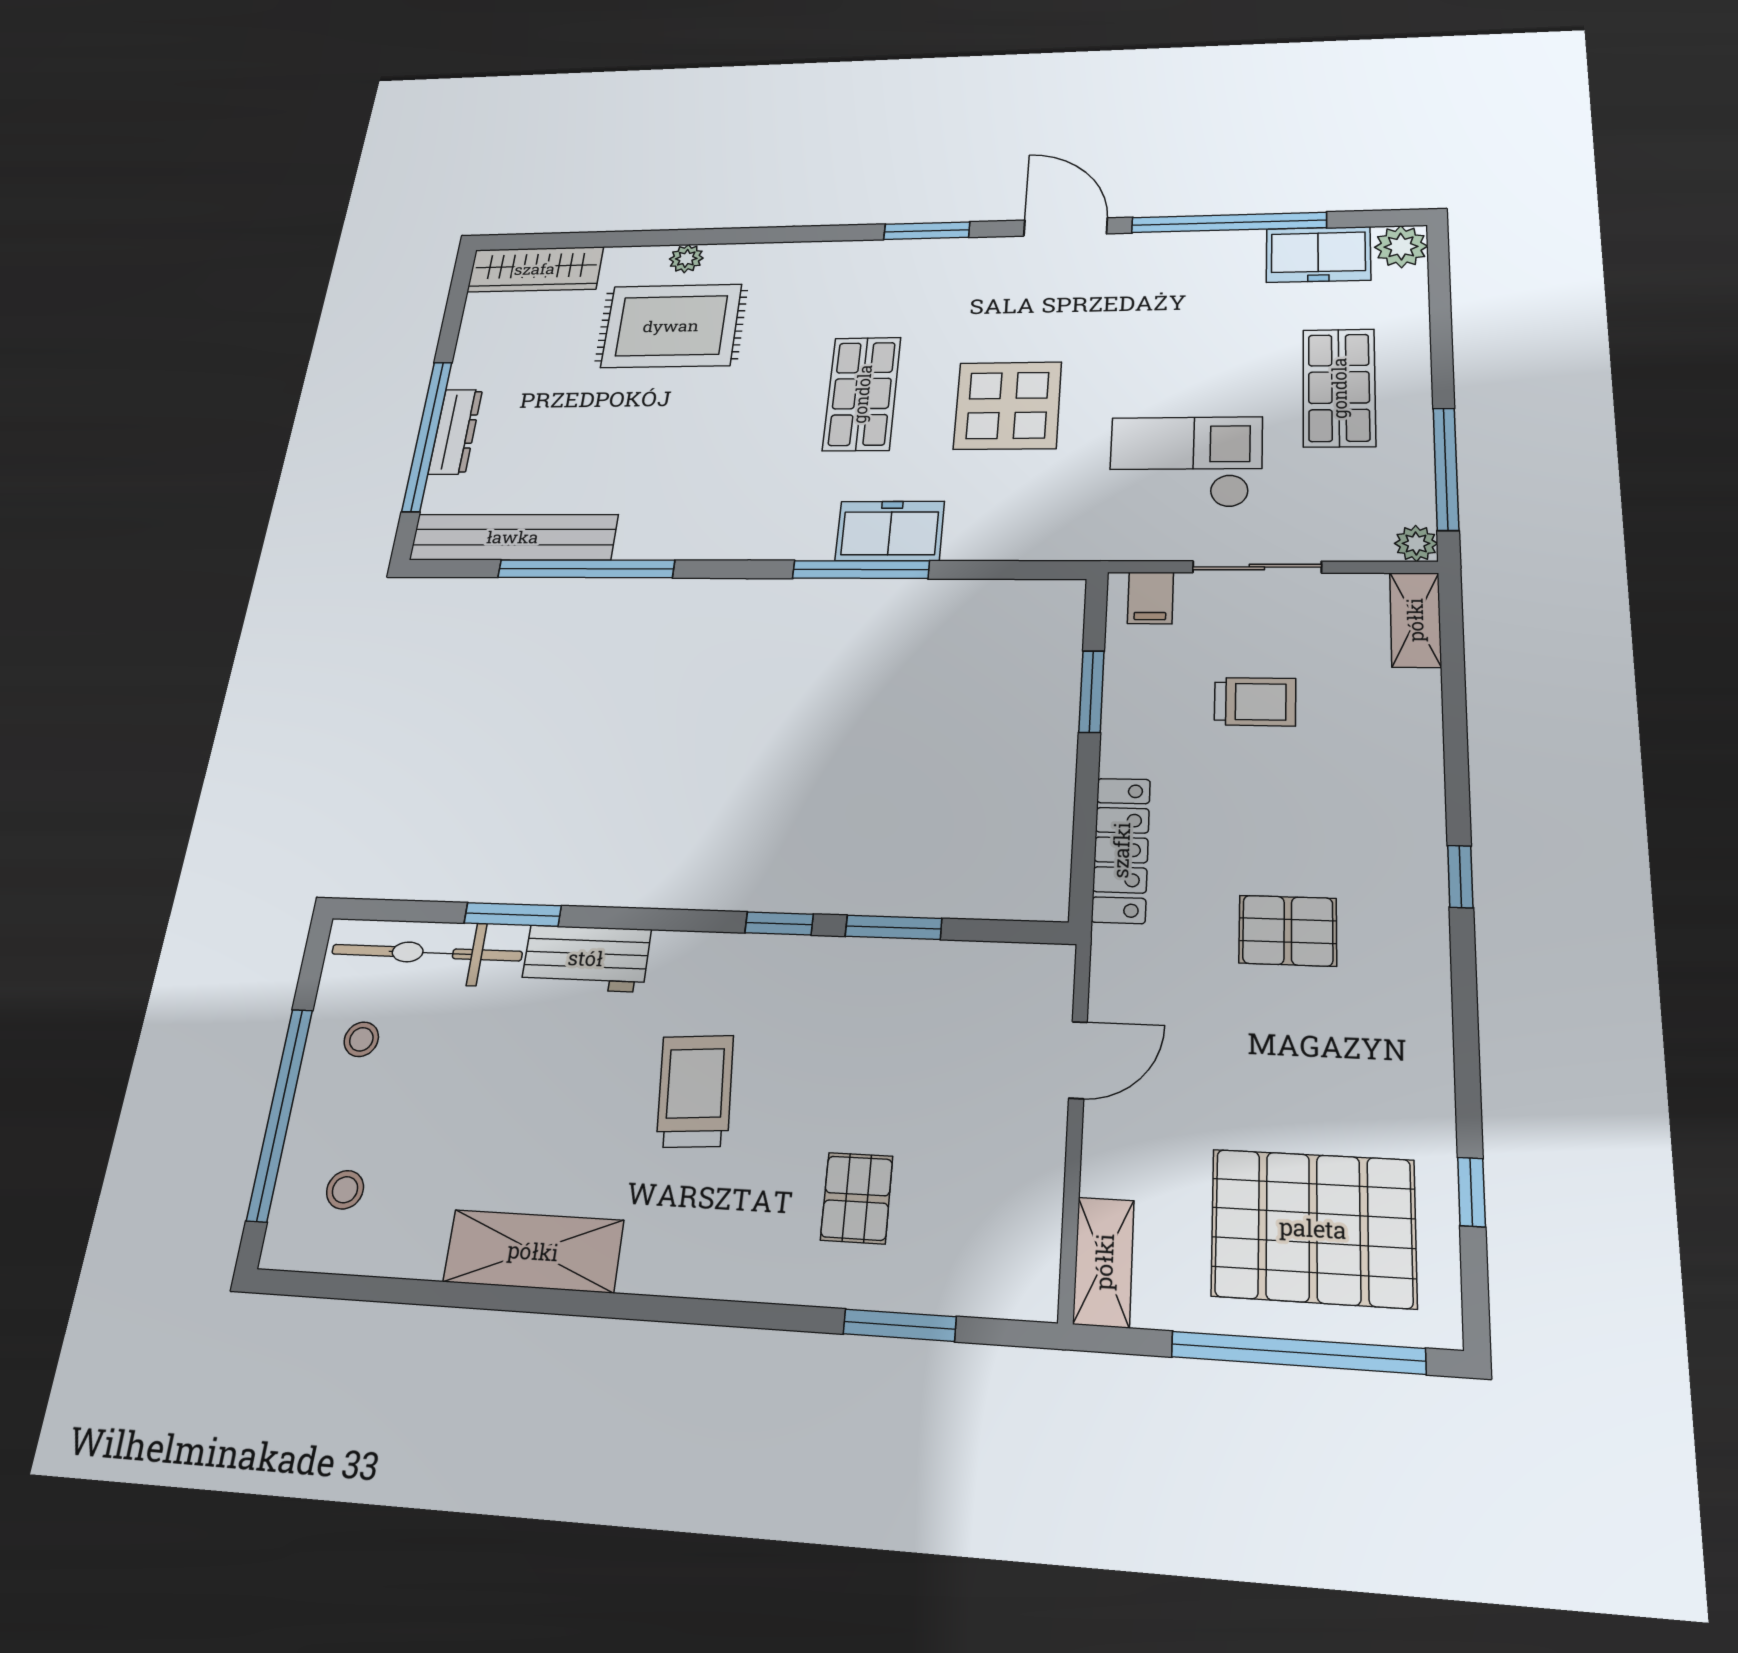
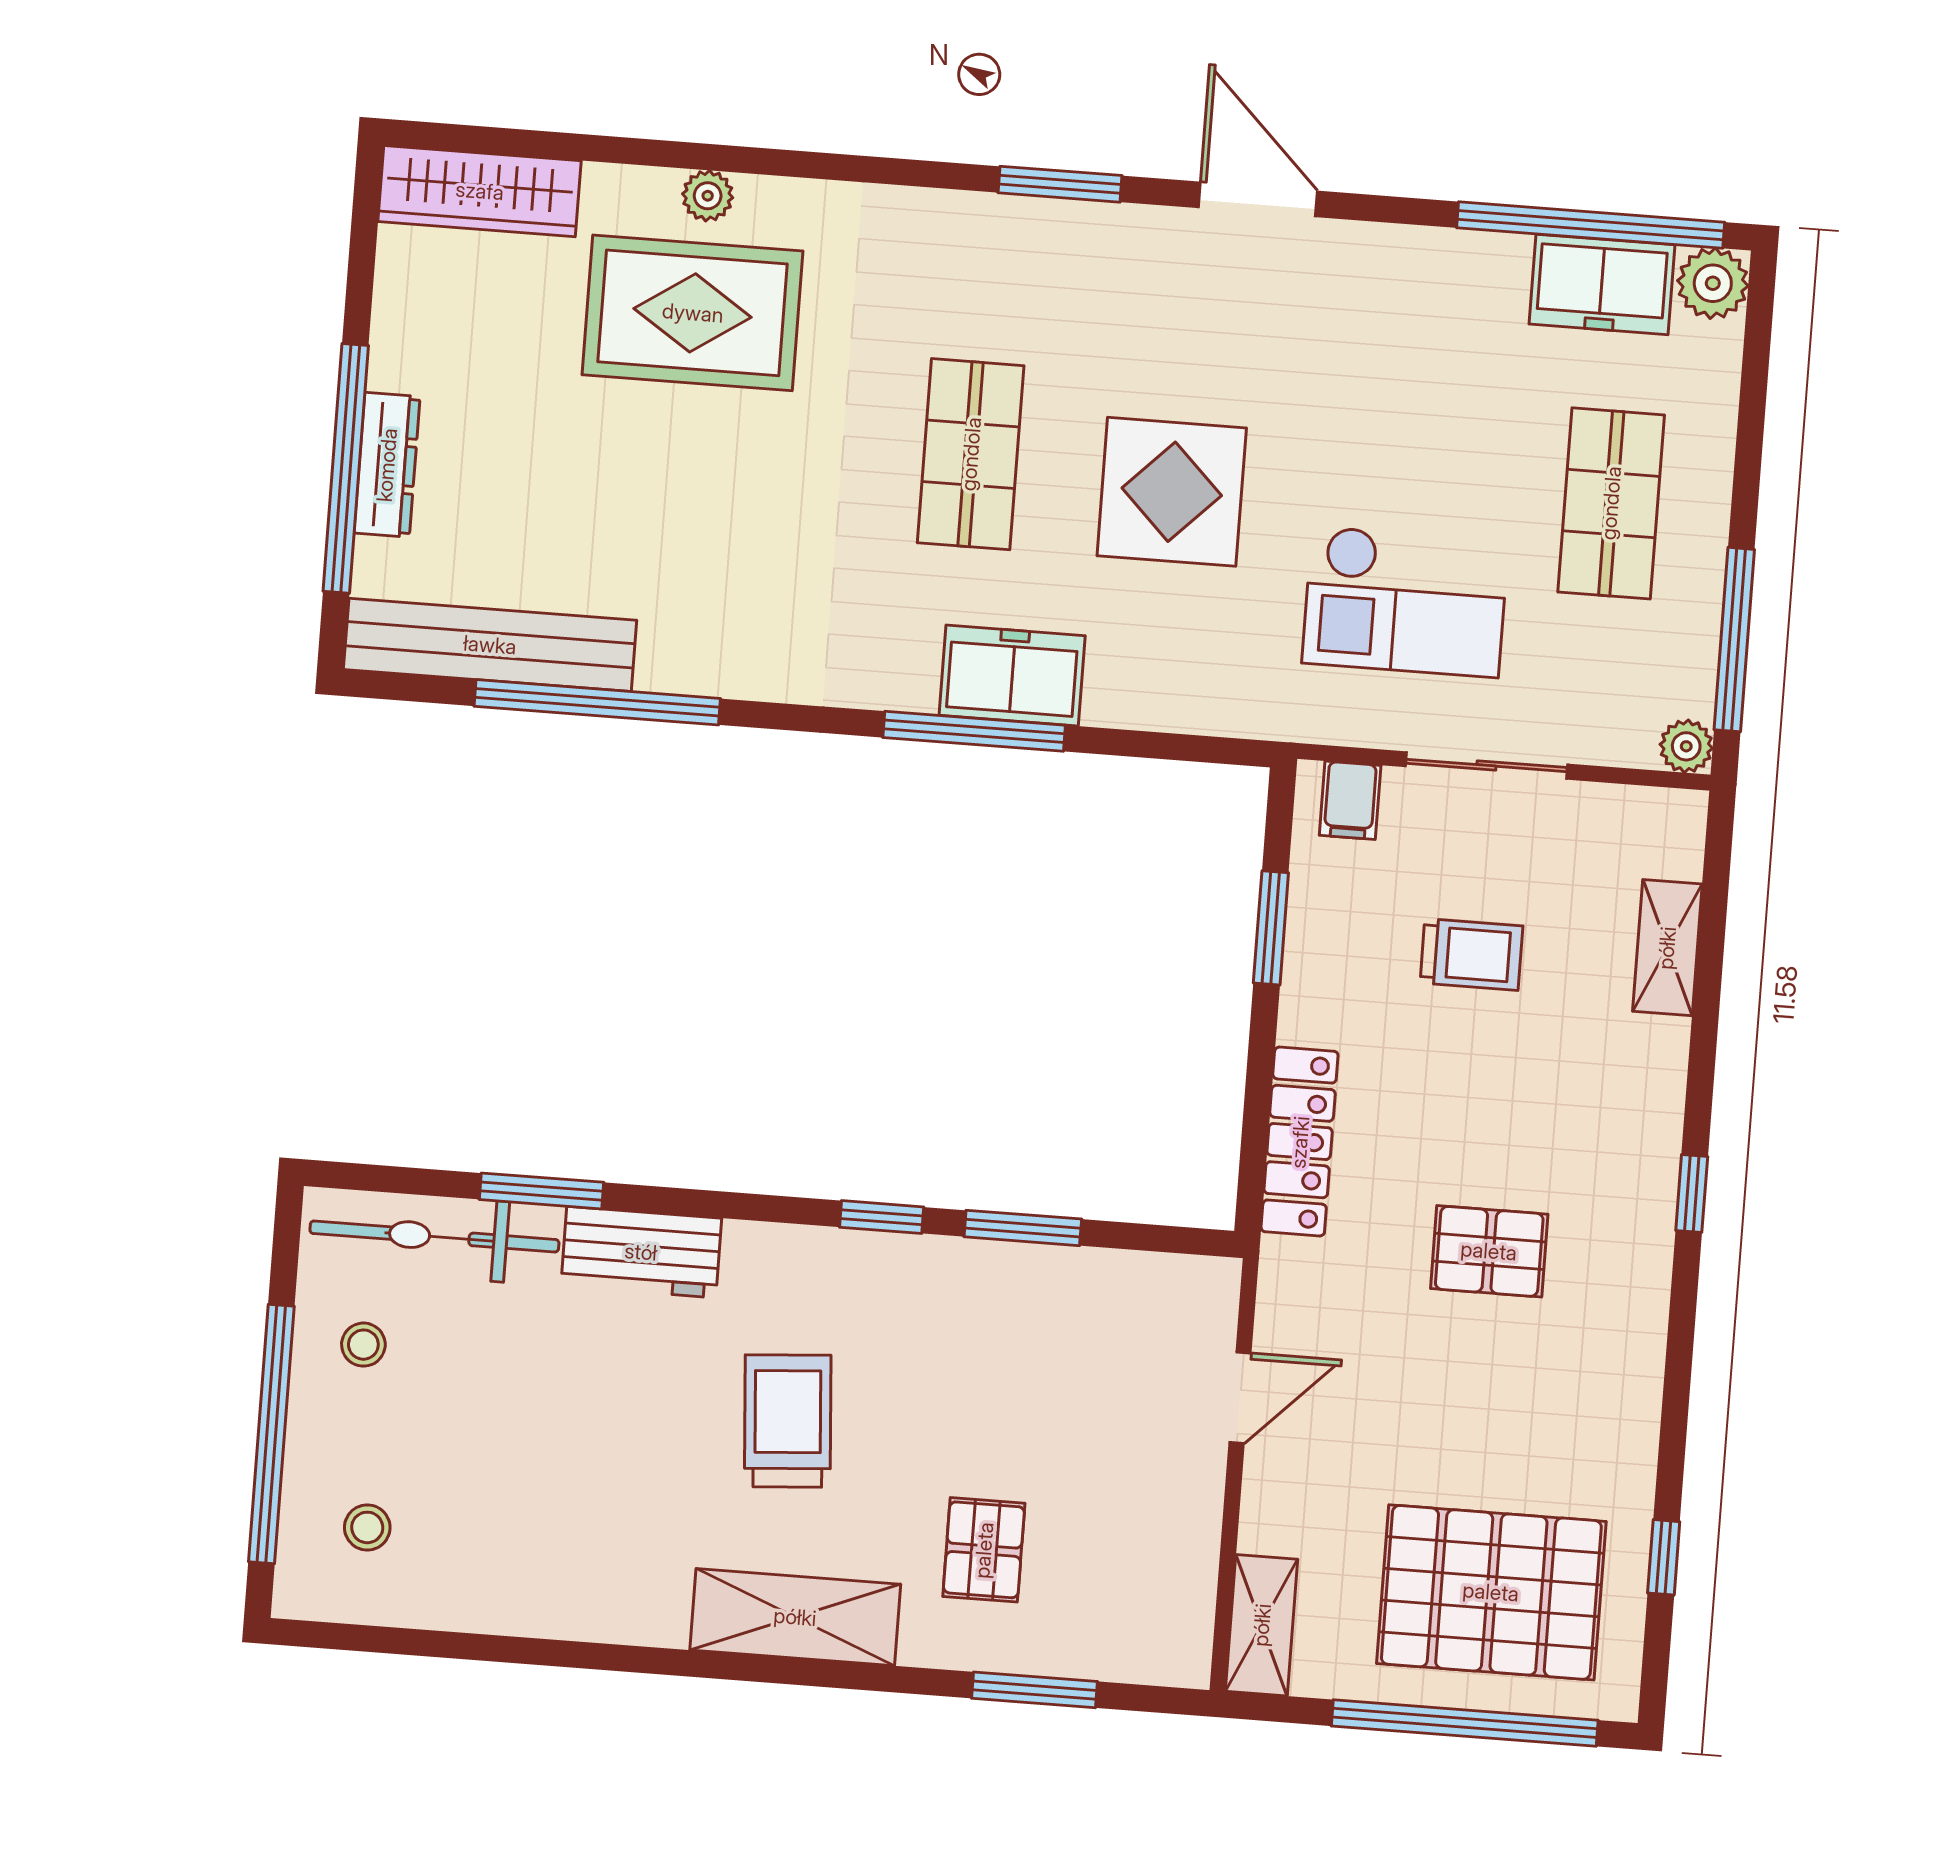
window: (1229, 223) -> (1591, 225), moved
checkout: (1186, 462) -> (1405, 602), turned 180
shelving: (1415, 620) -> (1667, 948), moved
shelving: (533, 1251) -> (795, 1617), moved

